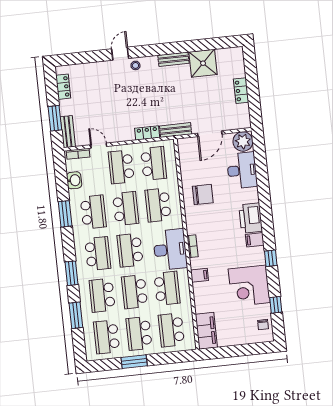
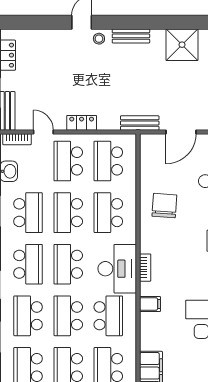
bench: (173, 59) -> (131, 36), moved
locker: (147, 133) -> (82, 123), moved
school desk: (154, 163) -> (108, 161), turned 180
chair: (203, 195) -> (164, 206), turned -86
school desk: (126, 209) -> (68, 213), turned 180

